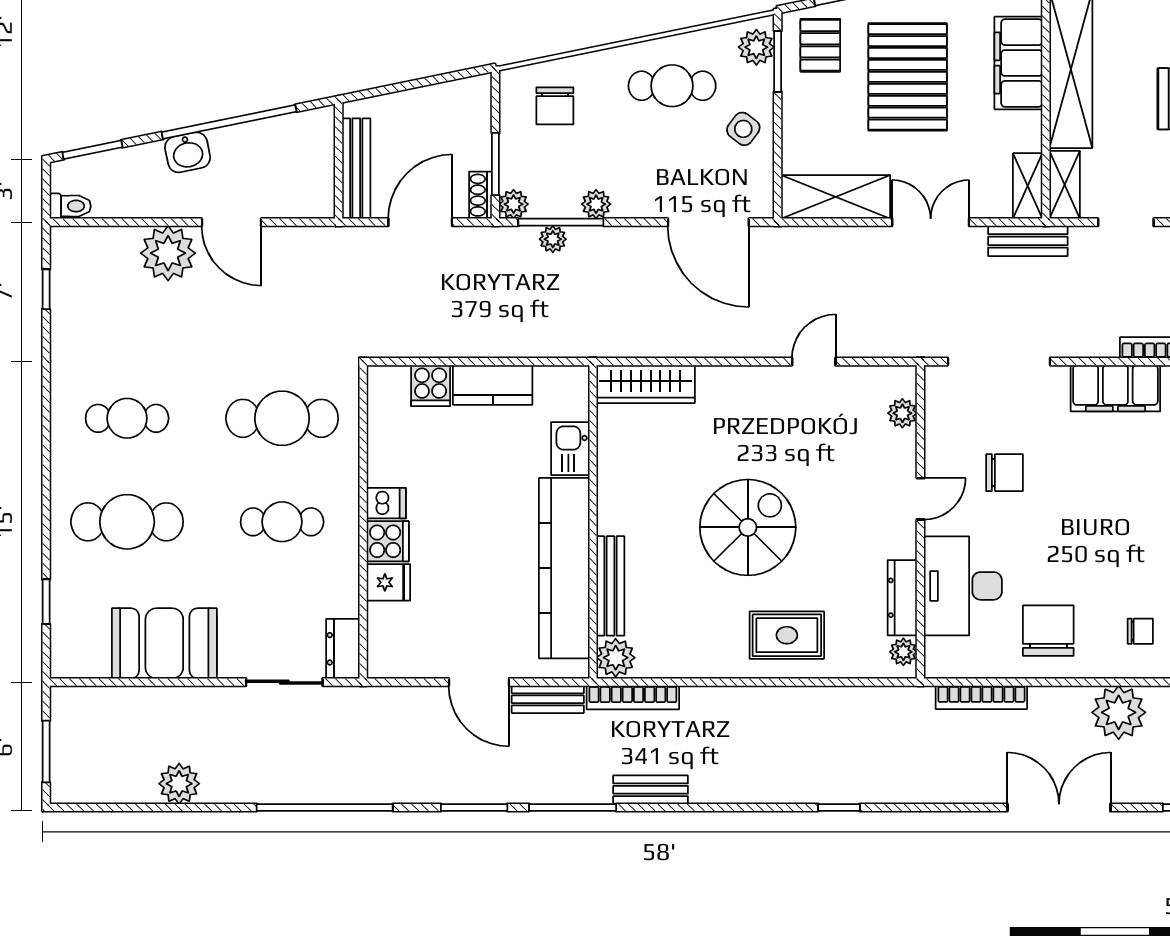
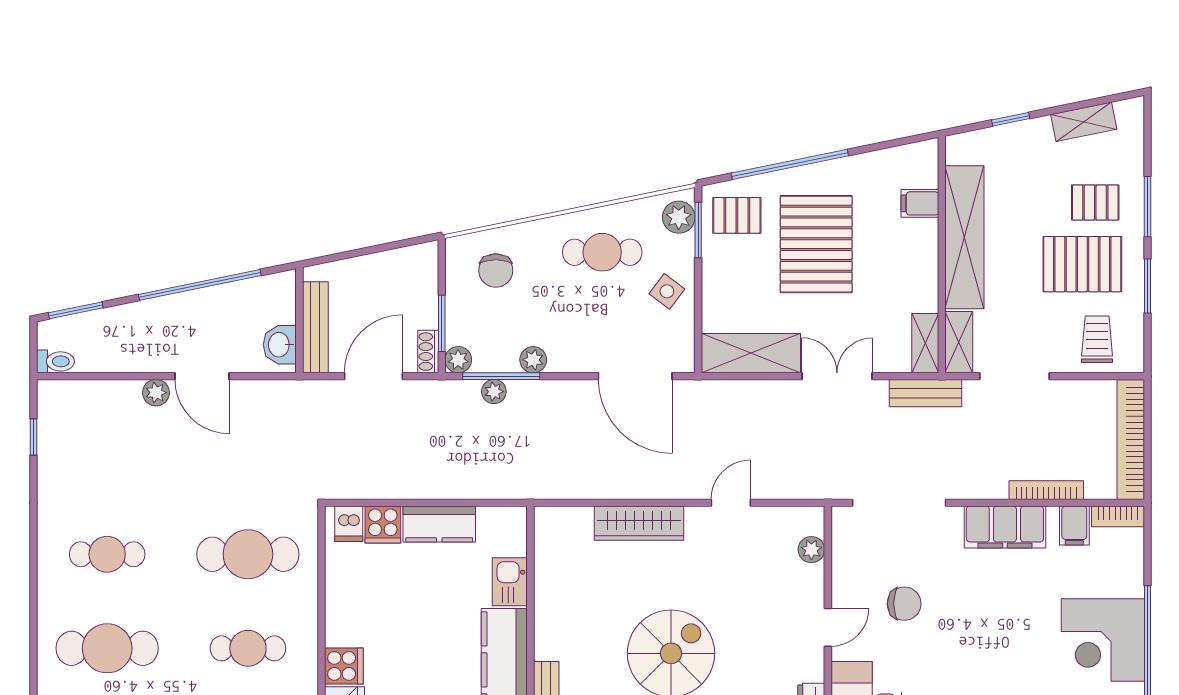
pallet: (820, 45) -> (737, 215), turned 90
filing cabinet: (1018, 63) -> (920, 203), width x0.33, depth x0.86
washbasin: (188, 152) -> (280, 345), moved, turned 102
doorway: (1126, 222) -> (1014, 376), width x1.38
plant: (168, 253) -> (156, 393), width x0.53, depth x0.53
wardrobe: (646, 384) -> (639, 523), moved
dishwasher: (386, 503) -> (349, 524), moved, turned 90

